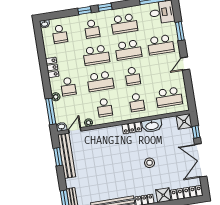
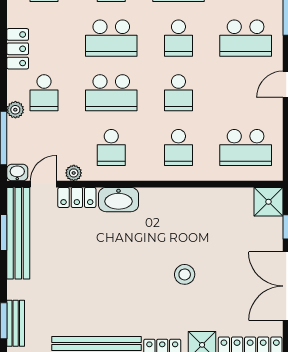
school desk: (128, 50) -> (178, 38), width x0.54
washbasin: (152, 126) -> (118, 200), moved
locker: (132, 128) -> (77, 197), moved

